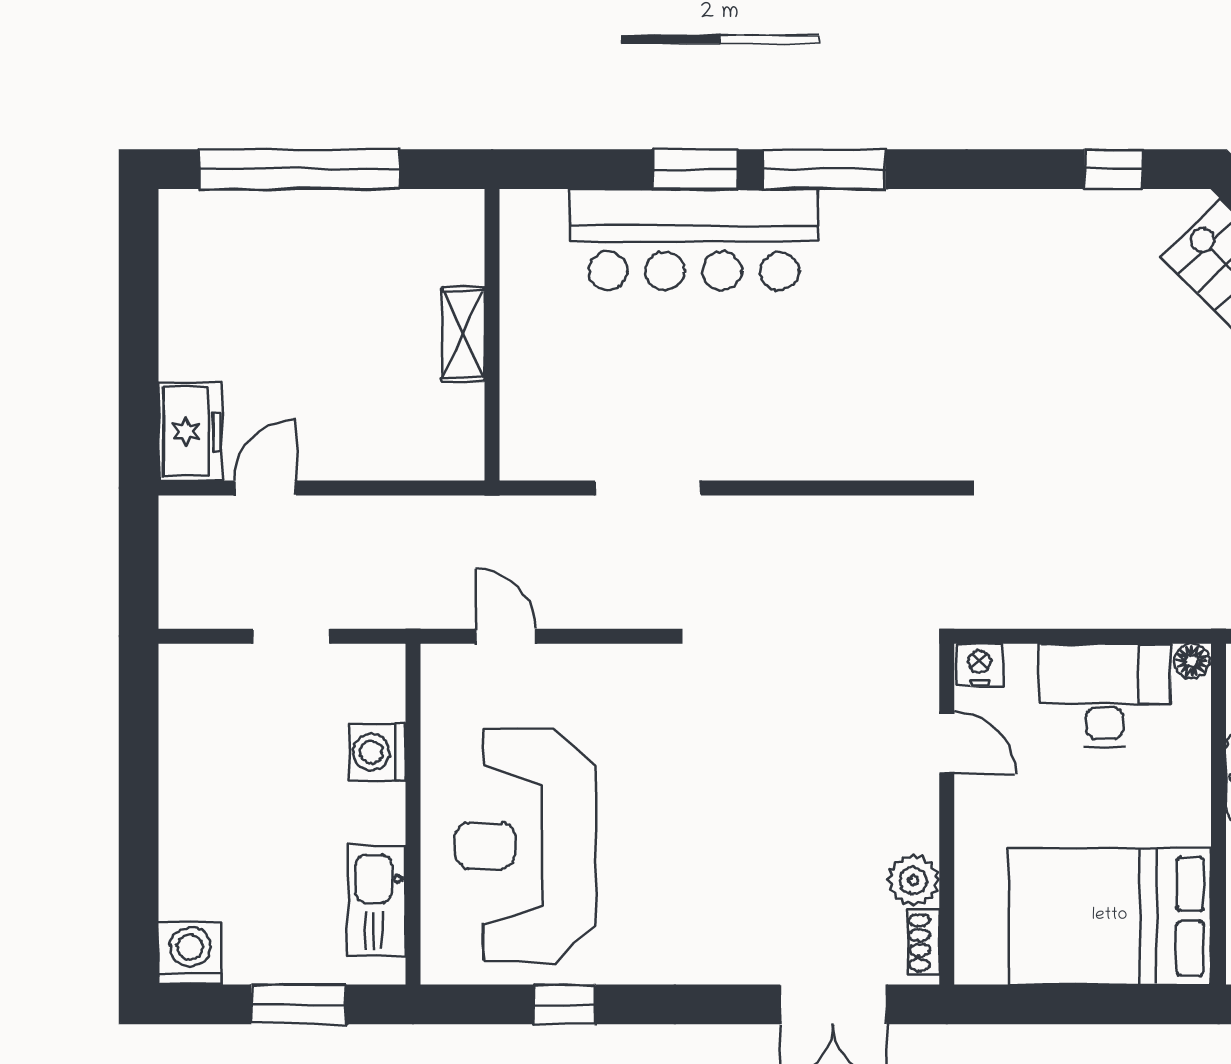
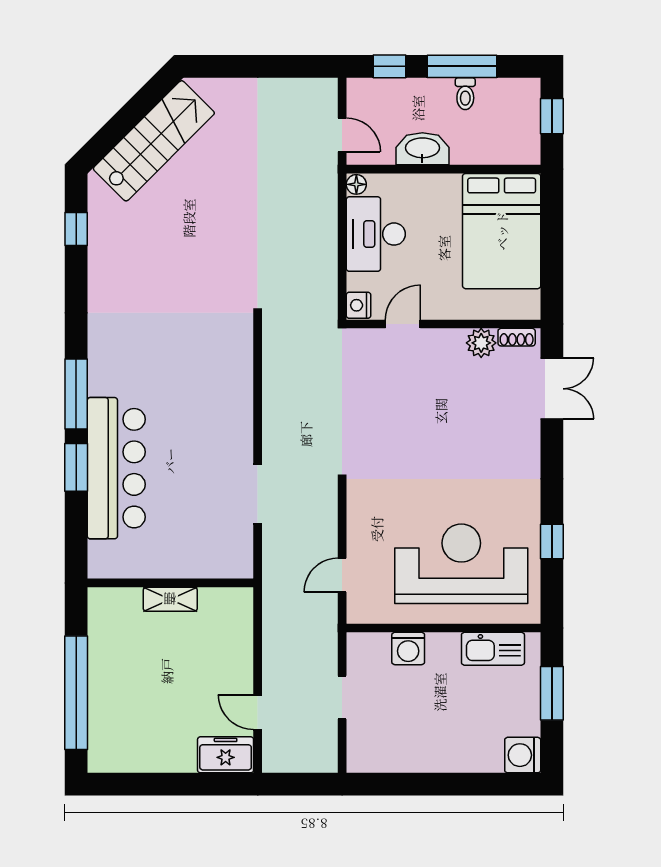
reception desk: (526, 845) -> (461, 564), turned 180

